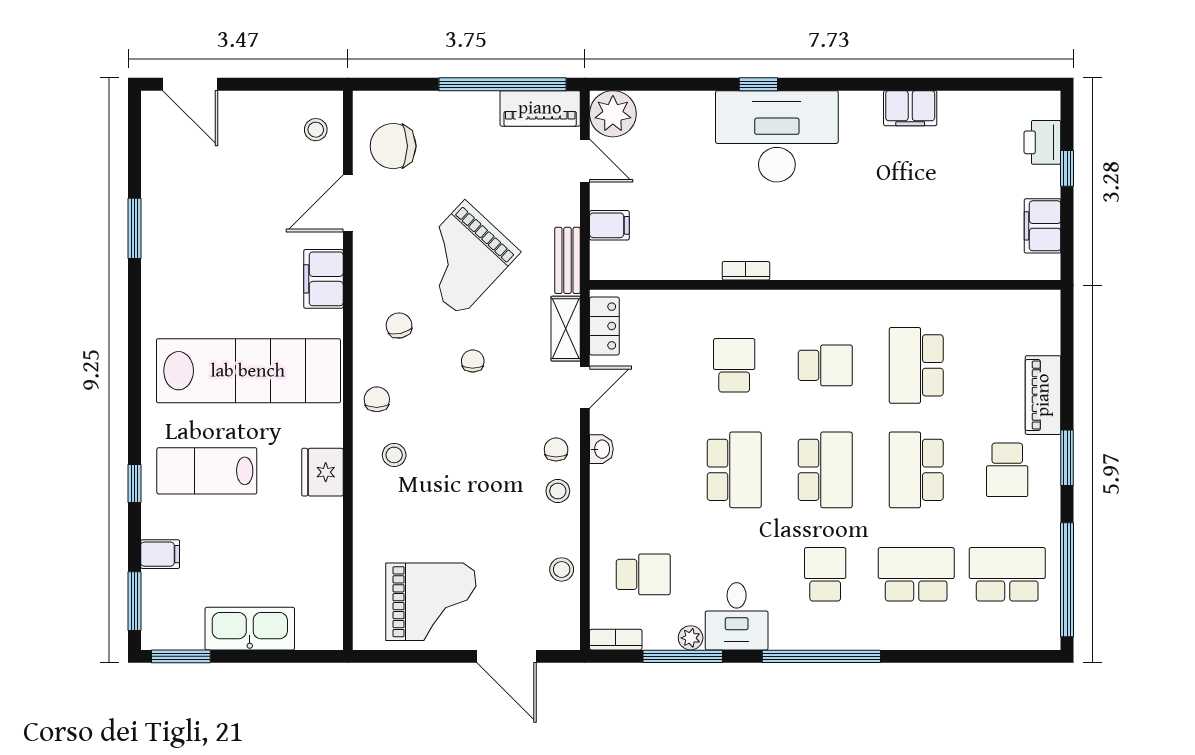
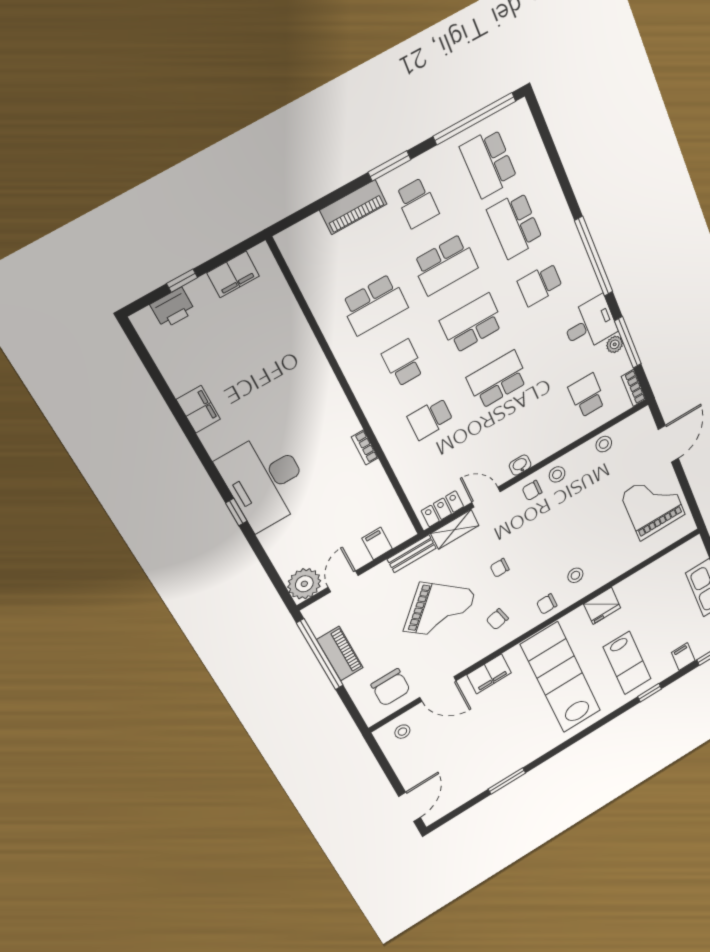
piano: (540, 108) -> (340, 654), moved
school desk: (1007, 470) -> (417, 203), turned 90

